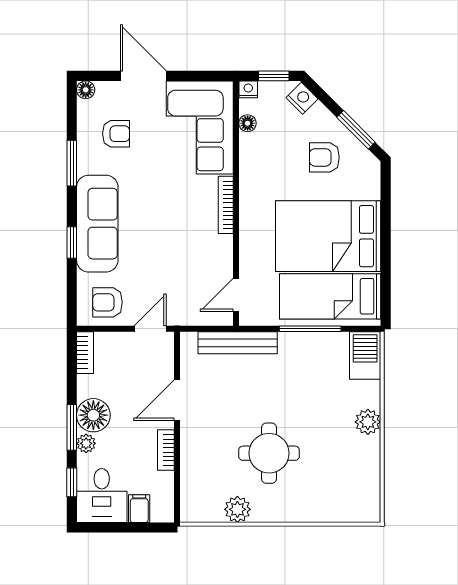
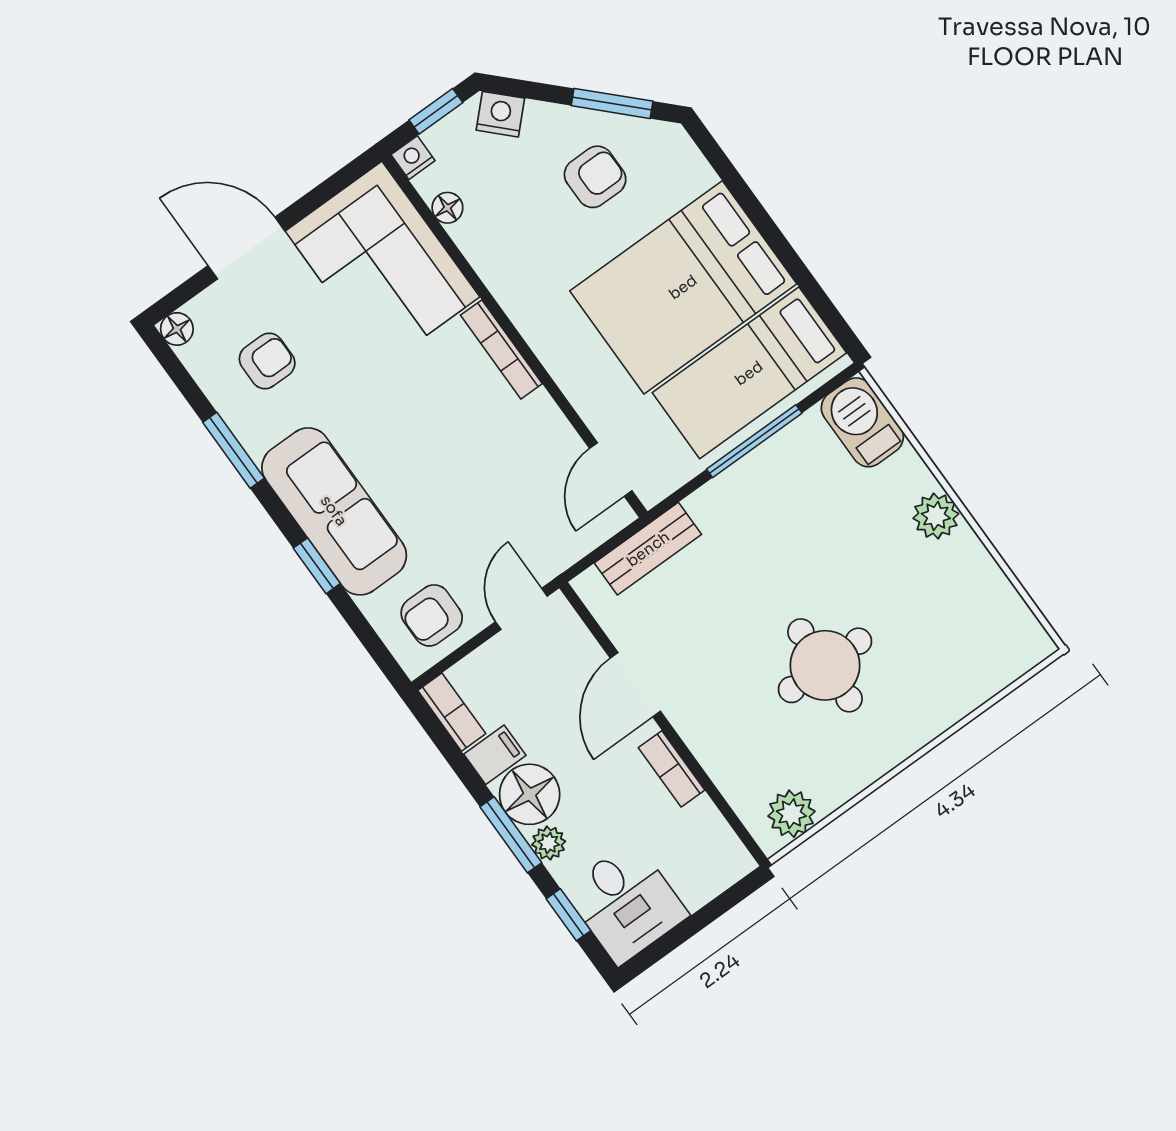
armchair: (324, 157) -> (595, 177), turned 180
bench: (238, 343) -> (648, 549), width x0.73
filing cabinet: (139, 509) -> (495, 755), moved, turned 90
plant: (237, 509) -> (791, 814), moved

